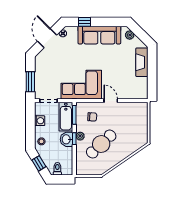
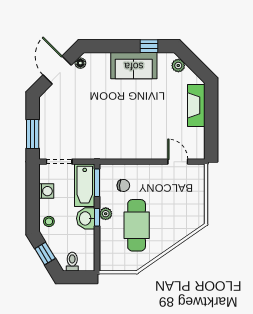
window: (84, 22) -> (149, 46), moved
sofa: (99, 35) -> (134, 66), width x0.73
corner sofa: (81, 85) -> (107, 138), removed
door: (111, 101) -> (178, 162), moved
cafe table: (101, 144) -> (137, 225), turned -47

